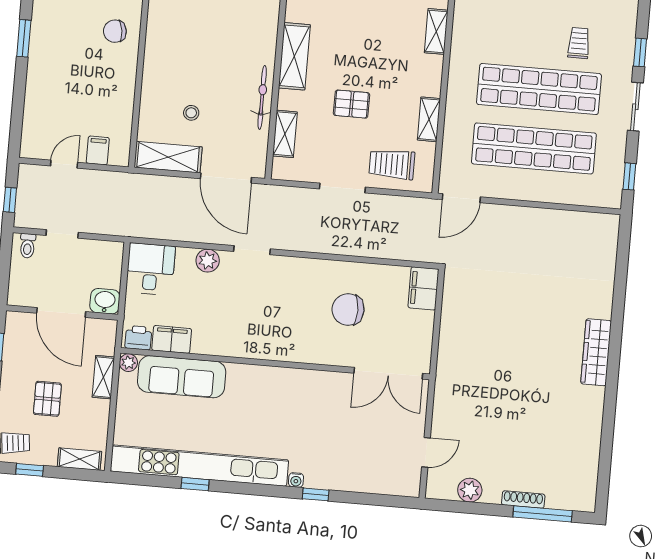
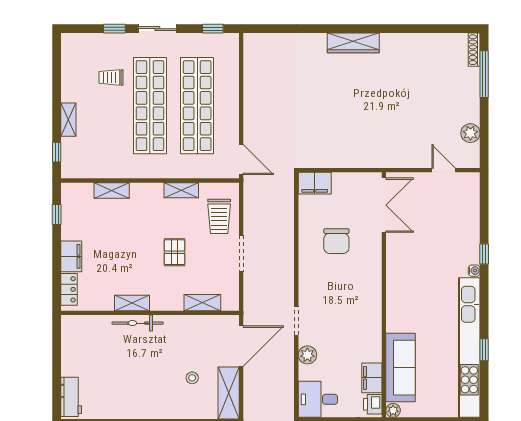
shelving: (294, 56) -> (132, 303), width x0.67, depth x0.75
bicycle: (262, 97) -> (138, 323), moved
shoe rack: (523, 500) -> (474, 50), moved

